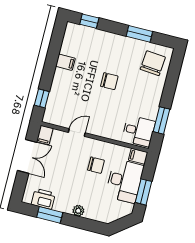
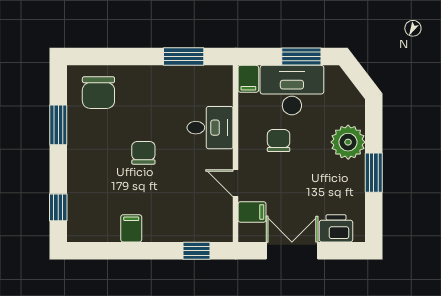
chair: (153, 63) -> (98, 93), turned -95
desk: (139, 131) -> (210, 128), moved, turned 90
filing cabinet: (45, 135) -> (252, 212), moved
printer: (43, 199) -> (336, 228), moved, turned 90
plant: (78, 211) -> (348, 142), width x1.88, depth x1.88
window: (50, 215) -> (374, 173), moved

